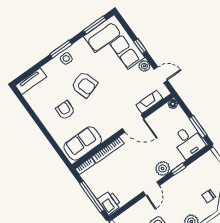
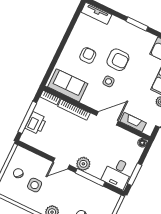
side table: (66, 58) -> (109, 81), moved
armchair: (84, 85) -> (118, 60), turned -72
door: (133, 124) -> (107, 118), swing flipped
window: (178, 169) -> (90, 177), width x2.17
printer: (109, 203) -> (36, 123), moved

